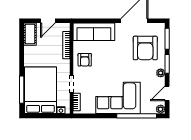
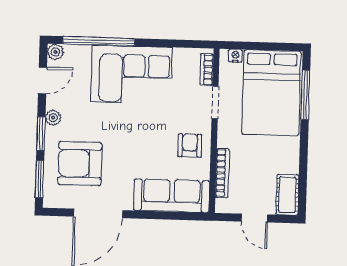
door: (48, 21) -> (254, 218), swing flipped
armchair: (145, 48) -> (80, 164), turned -90

